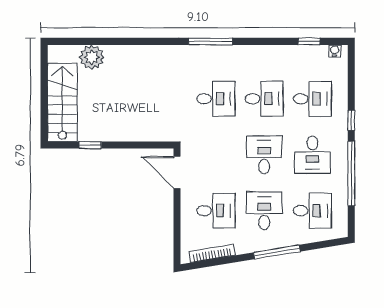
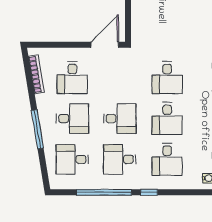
desk: (312, 211) -> (72, 159), turned 90

